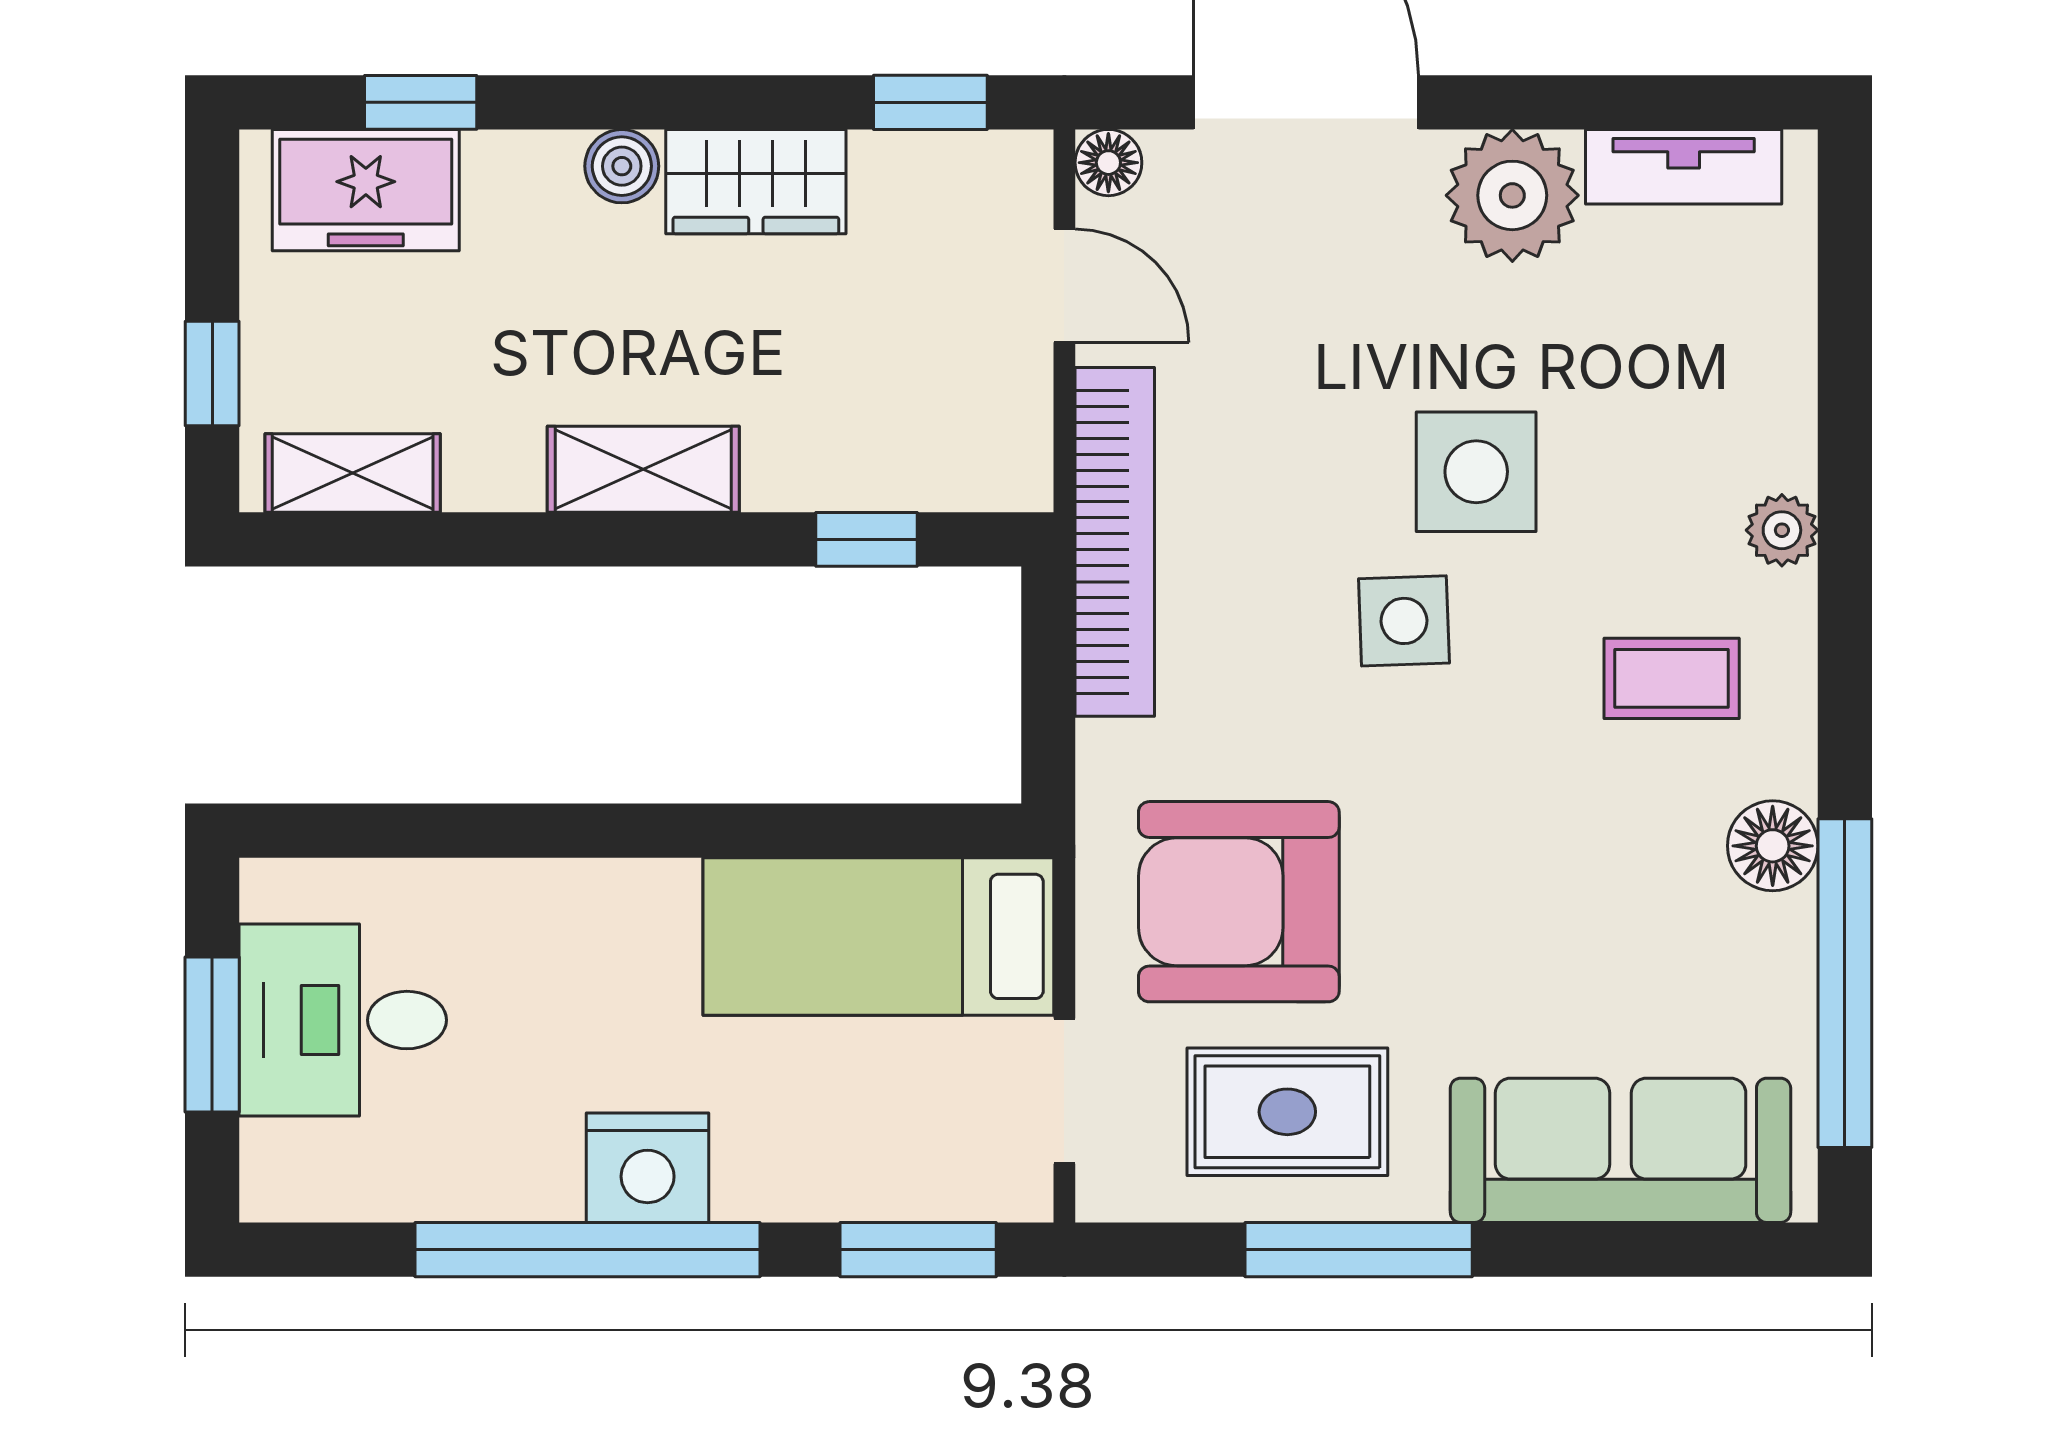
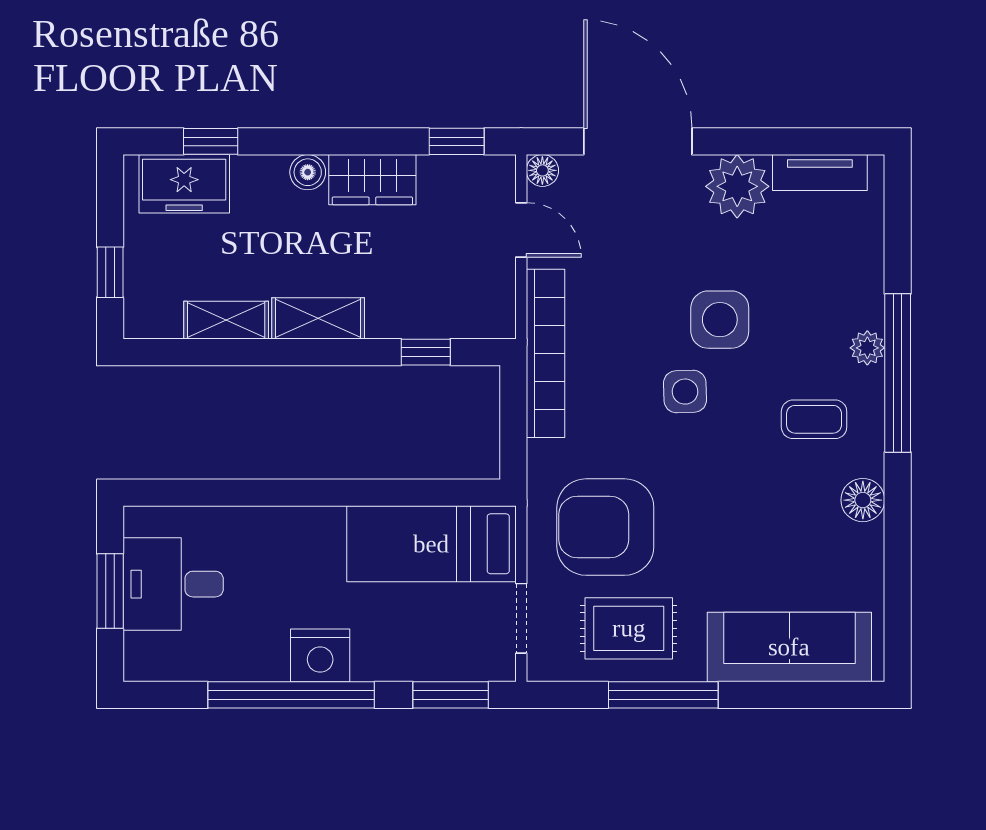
shelving: (353, 473) -> (226, 320), moved
window: (1845, 983) -> (898, 373), moved

